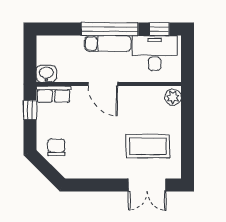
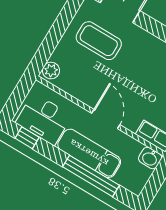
window: (110, 29) -> (91, 176), moved
exam couch: (108, 43) -> (89, 153), width x1.36, depth x1.45

